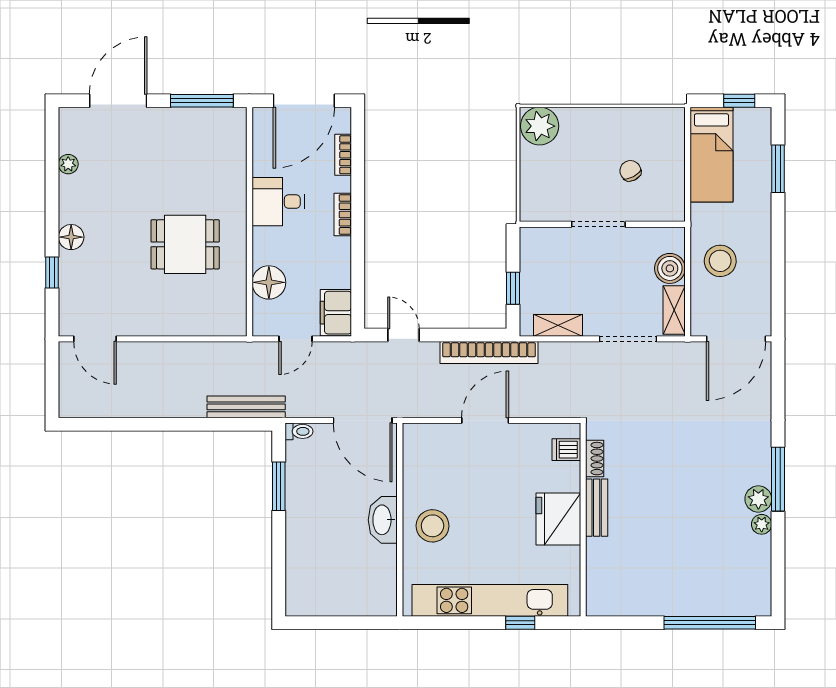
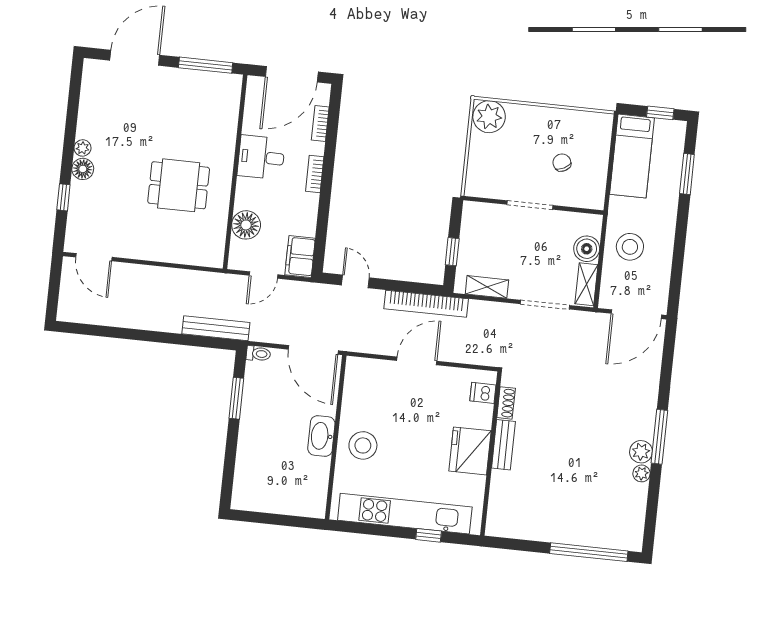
plant: (68, 164) -> (82, 148), moved

